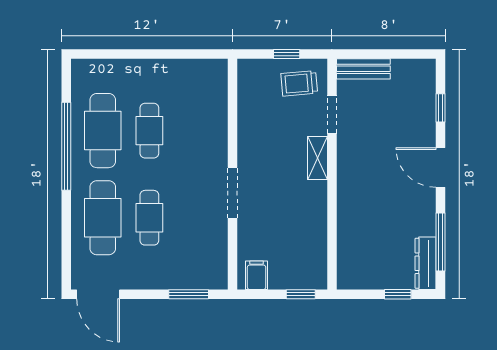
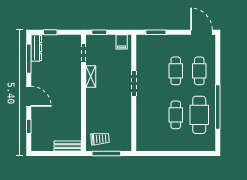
window: (287, 54) -> (106, 154), width x2.17
doorway: (332, 114) -> (84, 53), moved
shelving: (318, 158) -> (91, 76), moved
cafe table: (103, 218) -> (199, 71), width x0.73, depth x0.74

